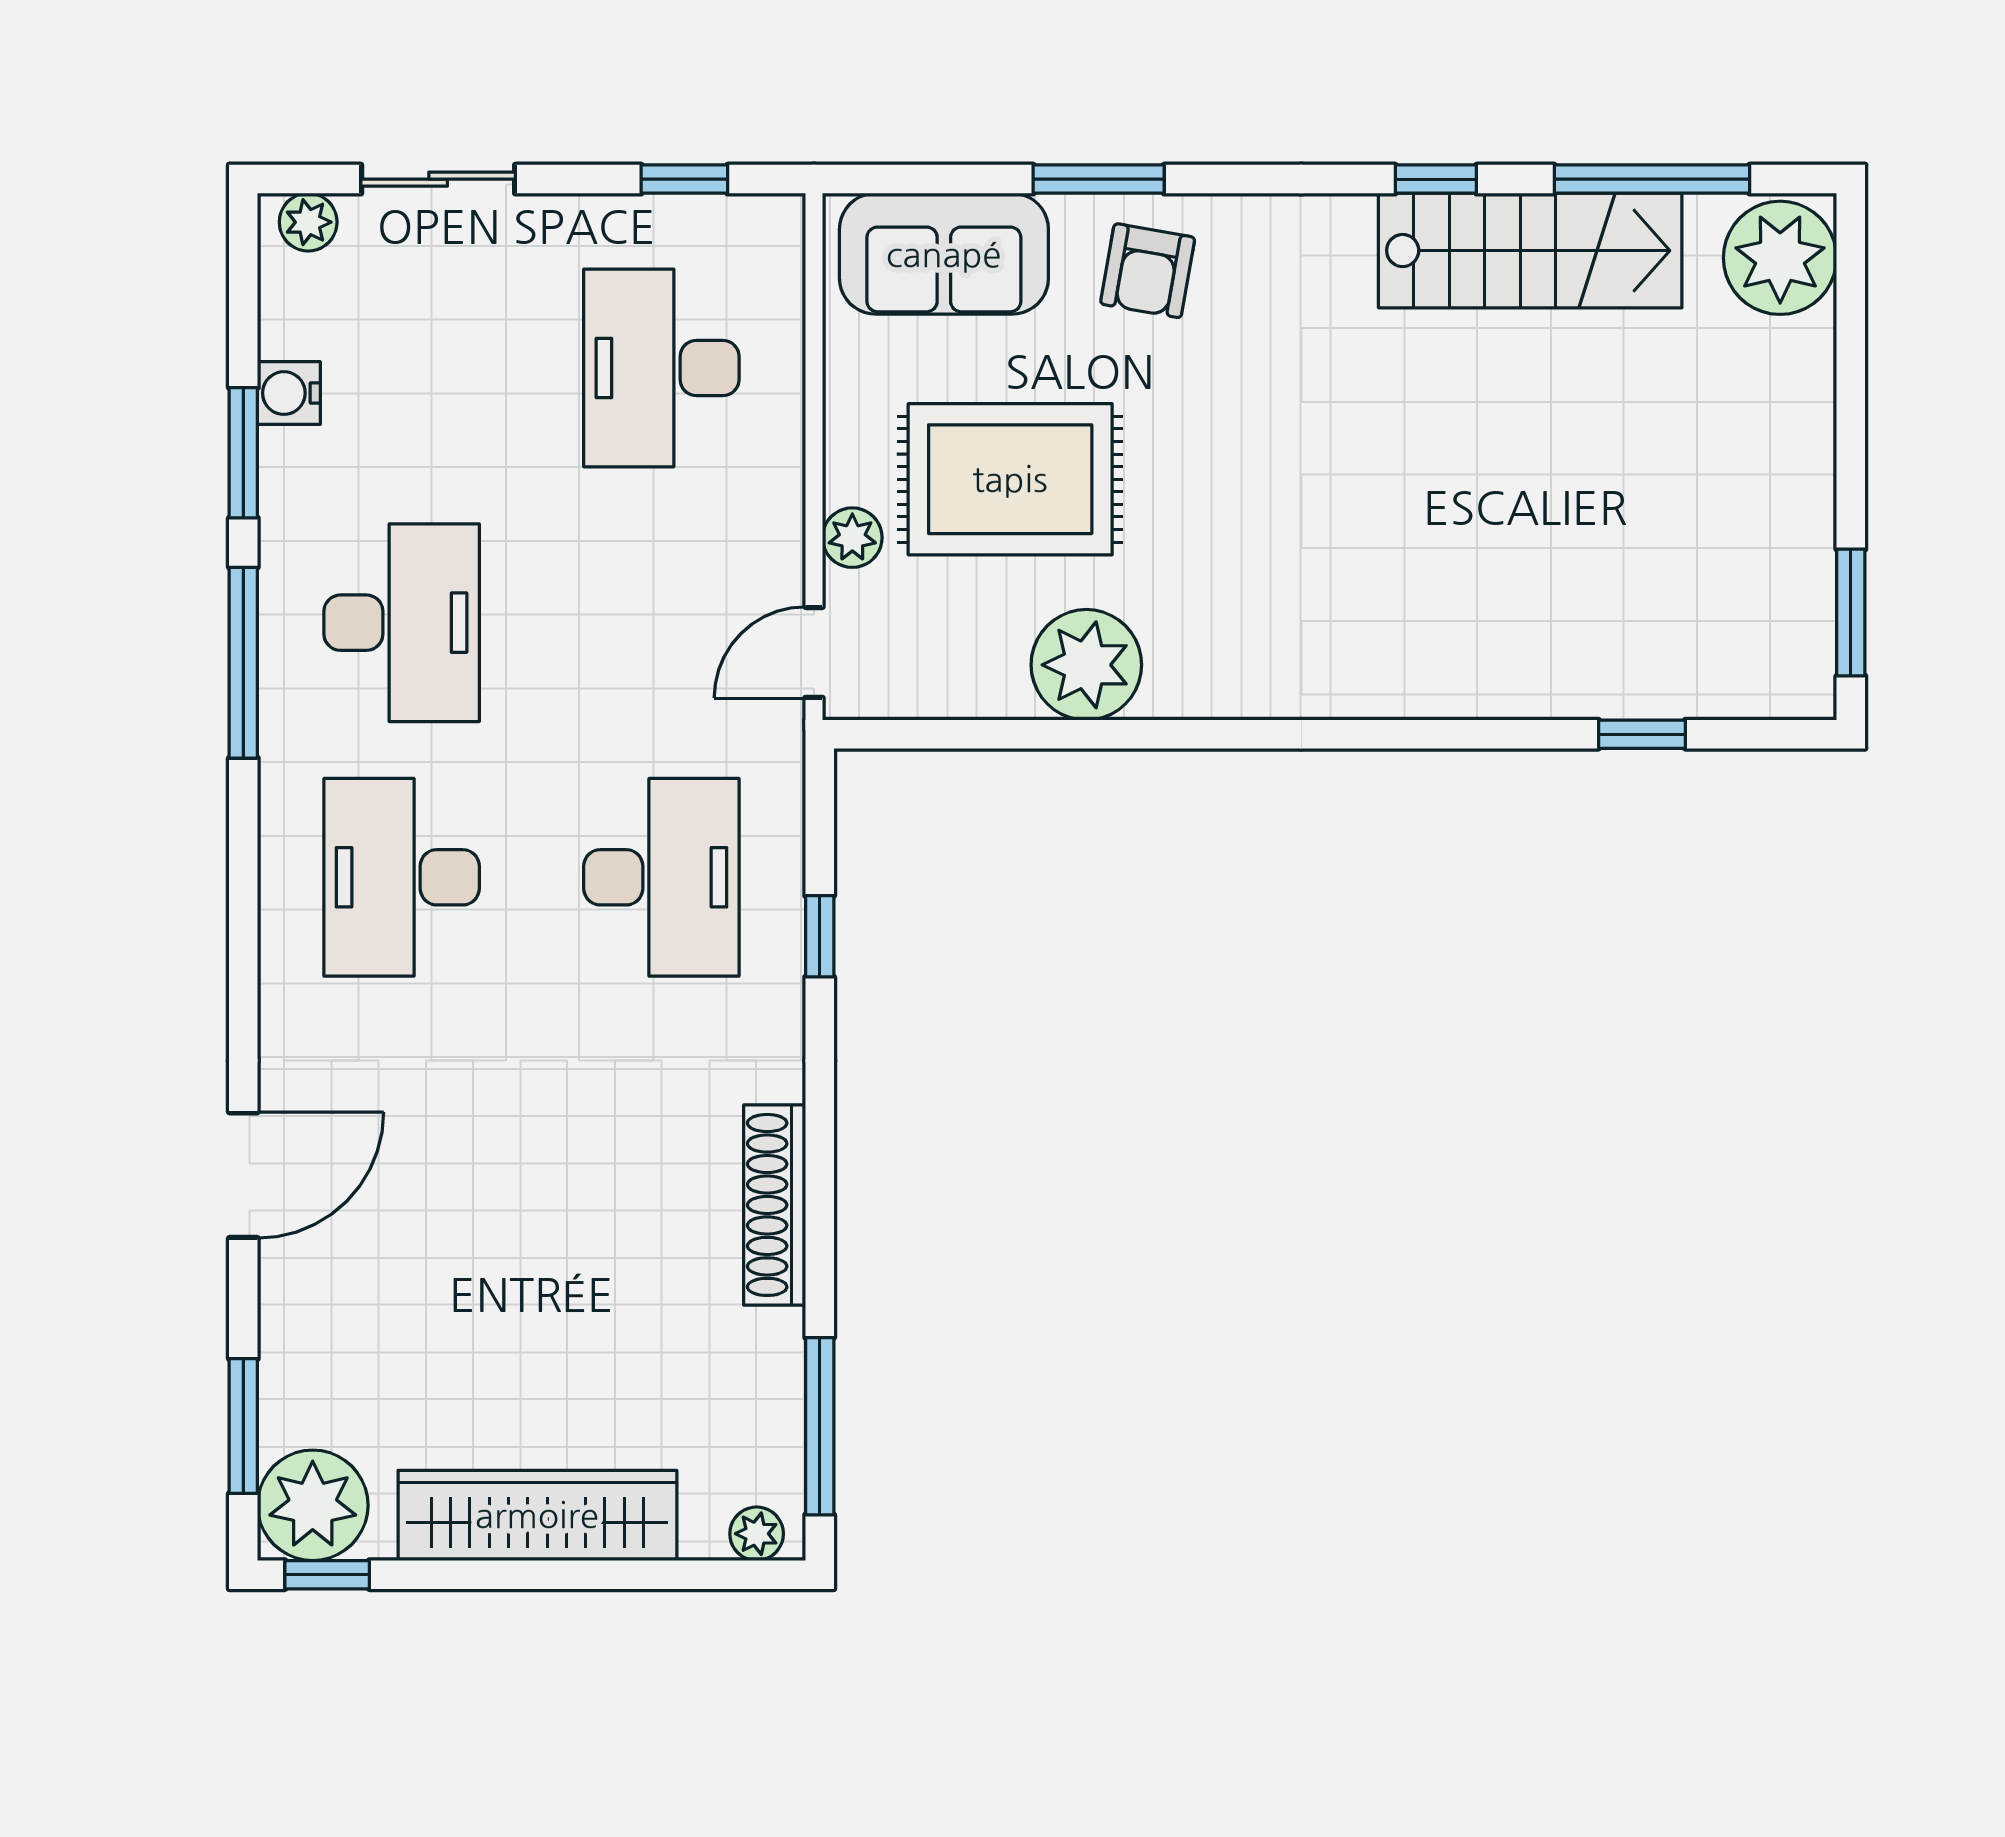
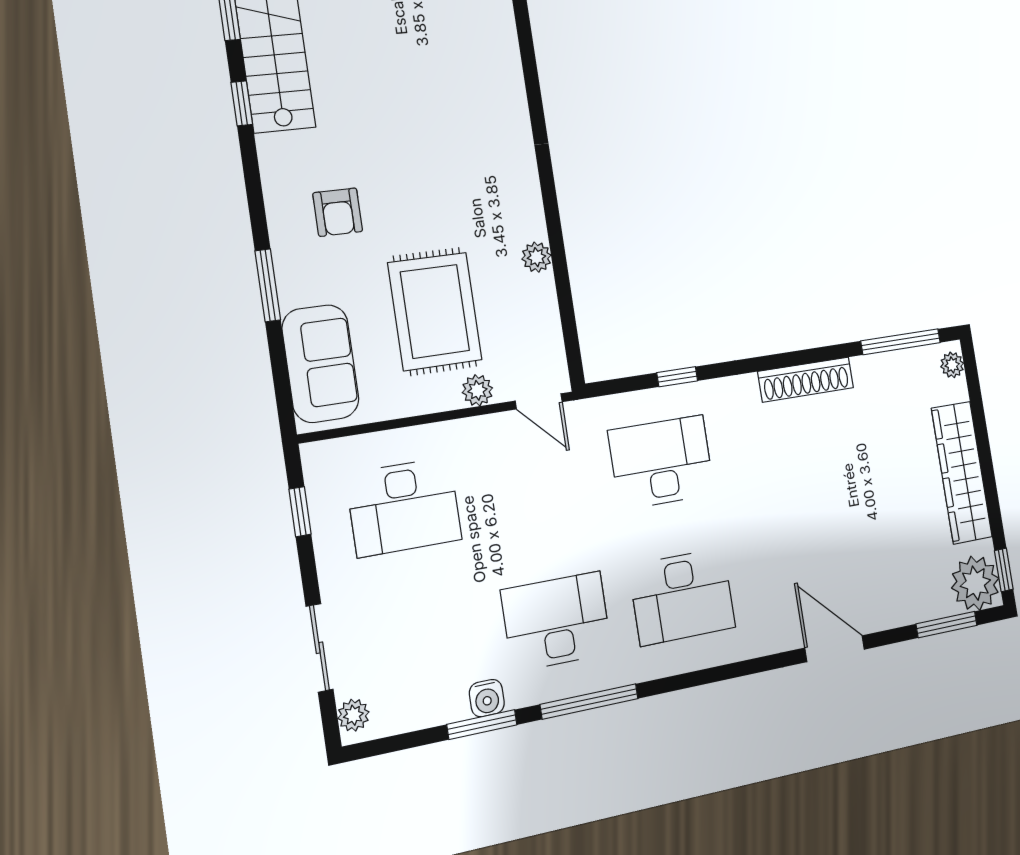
armchair: (1148, 271) -> (338, 212), moved, turned 80
water cooler: (289, 393) -> (487, 698), moved
plant: (1086, 665) -> (536, 257), width x0.53, depth x0.53

